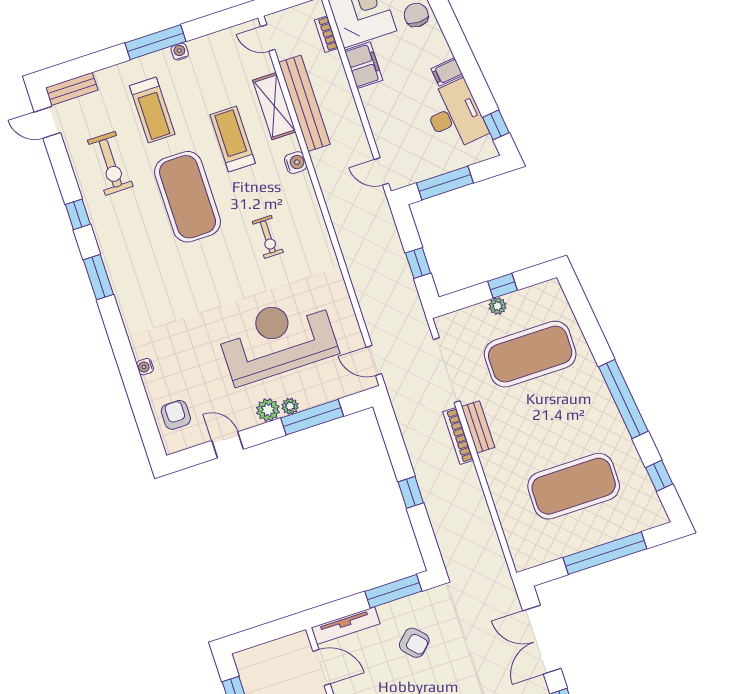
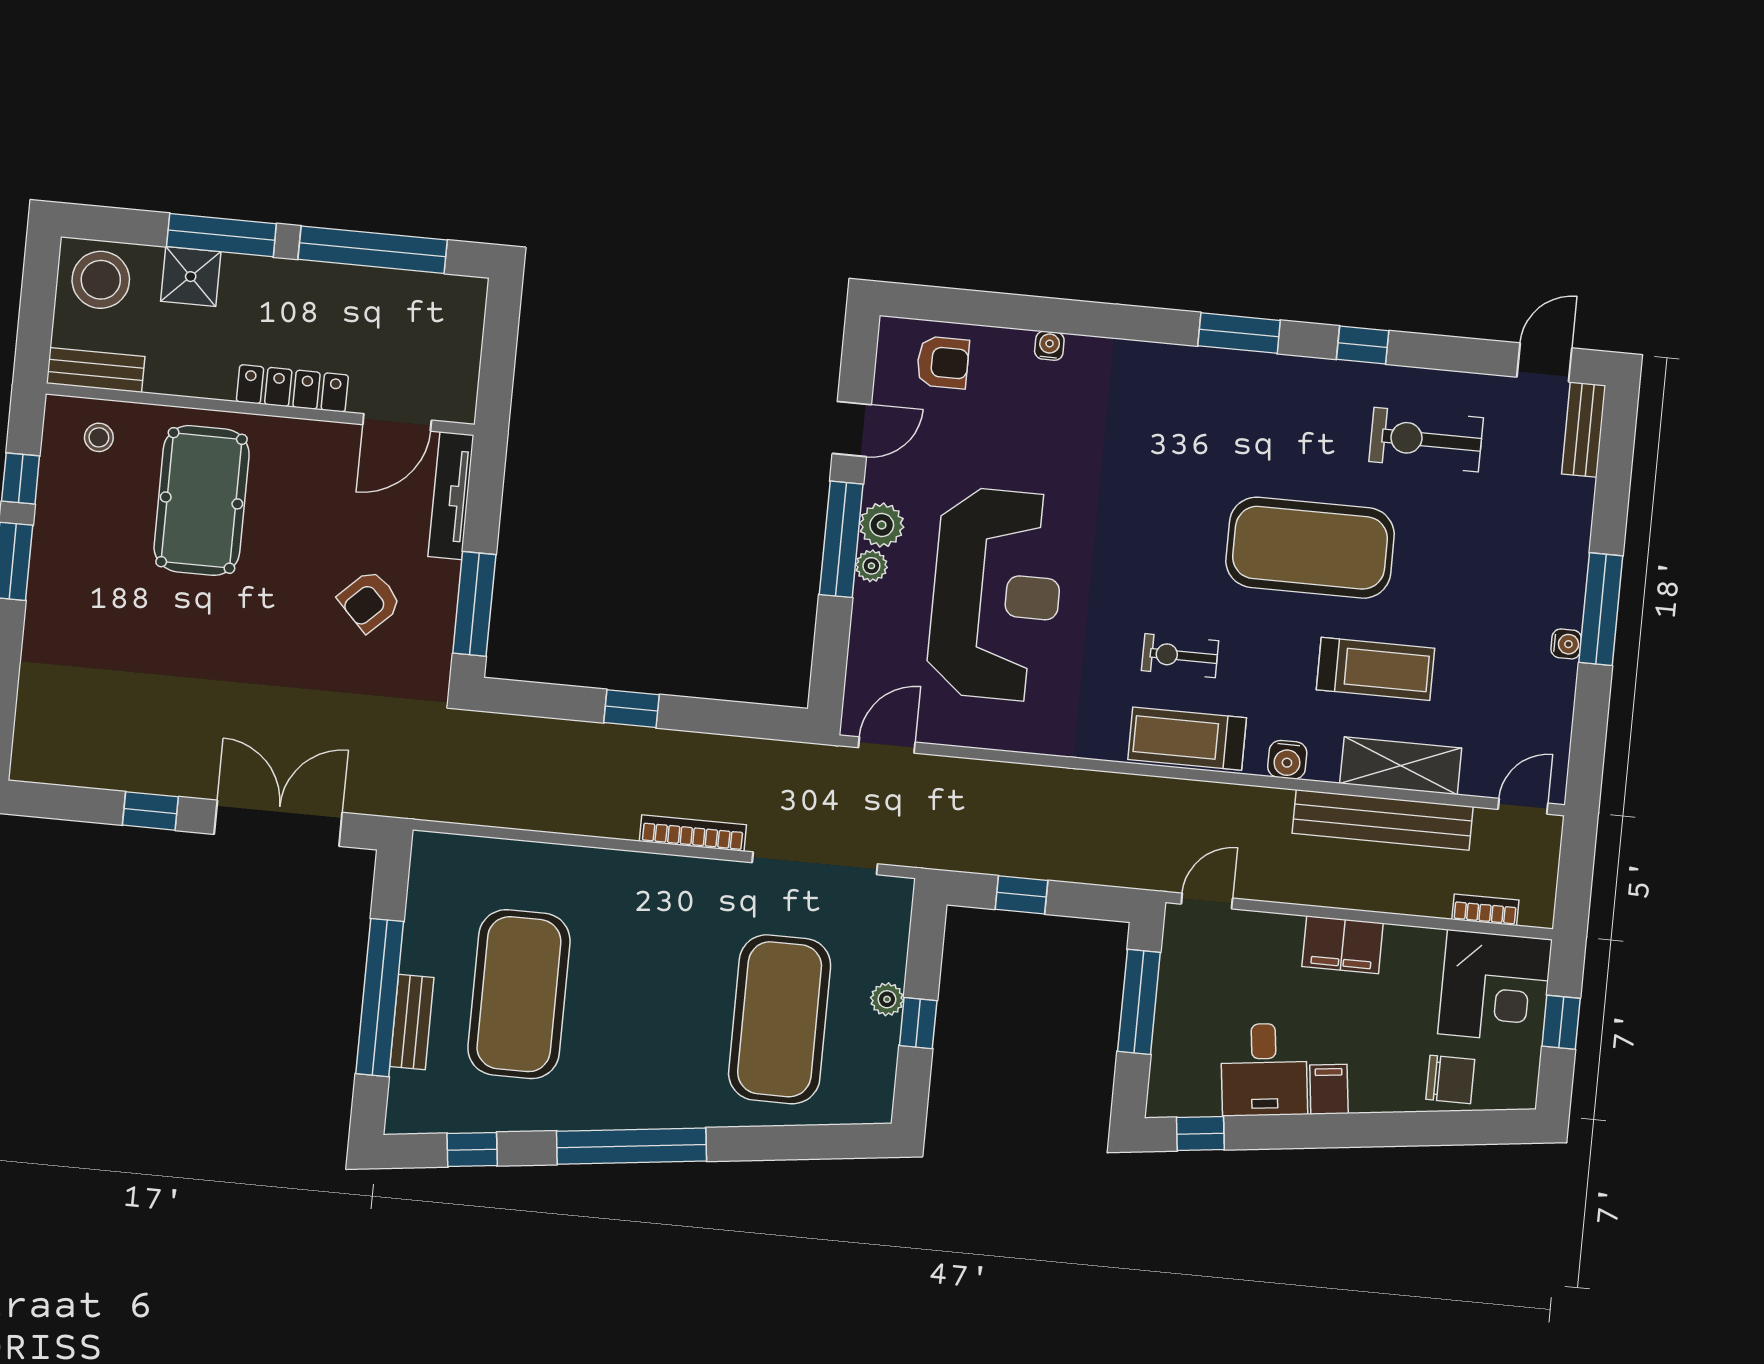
filing cabinet: (364, 65) -> (1343, 945), moved
treadmill: (152, 110) -> (1187, 739), moved
desk: (455, 115) -> (1264, 1070), width x0.73
window: (312, 417) -> (841, 539), moved
bench: (478, 427) -> (412, 1022), moved, turned 90

